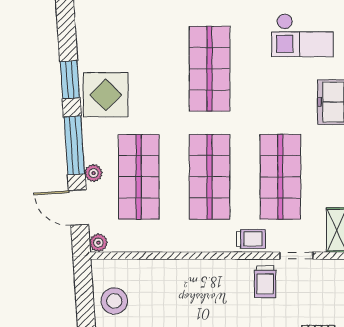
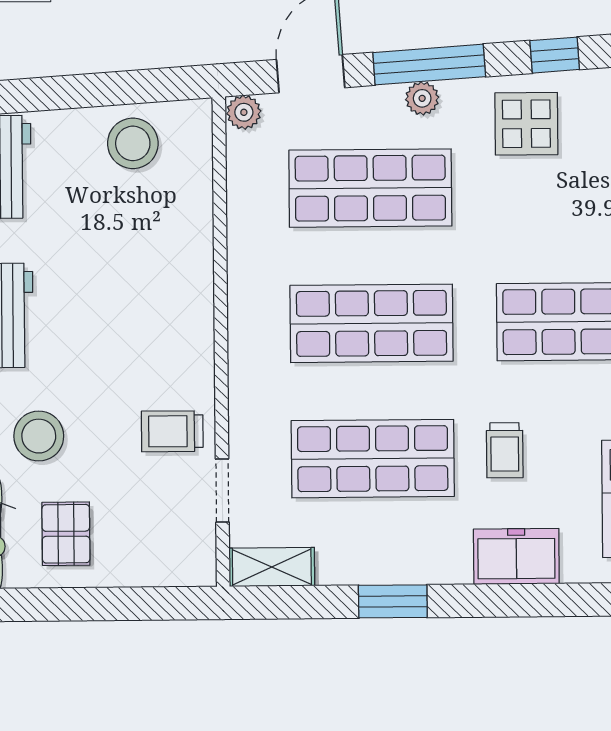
window: (70, 80) -> (555, 55), width x0.67
display table: (106, 95) -> (526, 124), width x0.73, depth x0.73
plant: (94, 173) -> (422, 98), moved
trolley: (251, 239) -> (505, 450), moved

